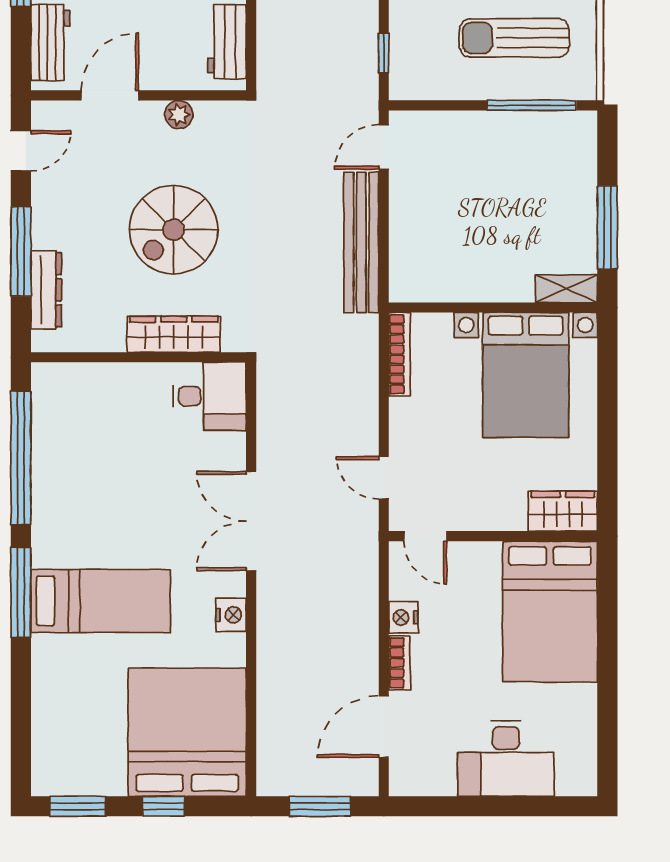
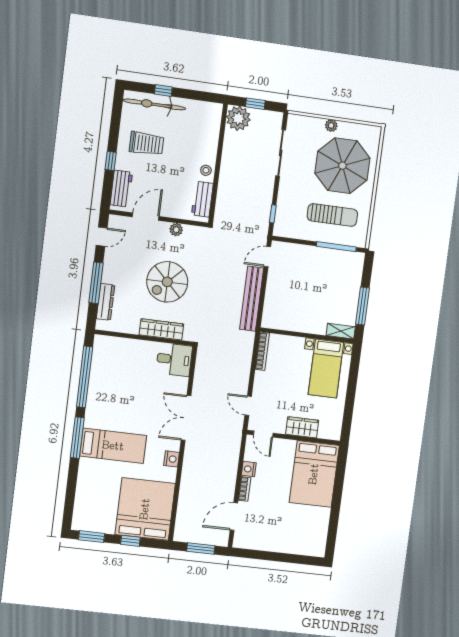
sun lounger: (514, 38) -> (332, 215), turned 180
bed with nightstands: (526, 375) -> (326, 369), width x0.73
wardrobe: (563, 511) -> (302, 427), moved
desk: (506, 759) -> (286, 537), removed

